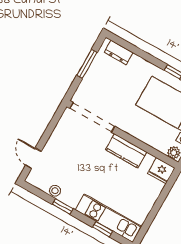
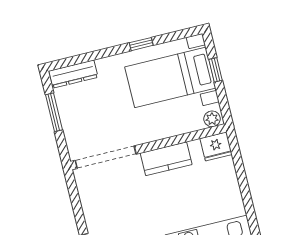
dresser: (119, 52) -> (73, 74), width x1.44

